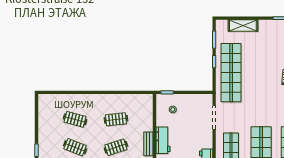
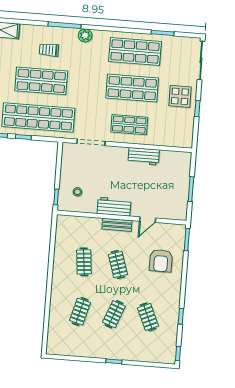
shop shelf: (261, 73) -> (41, 81), added

